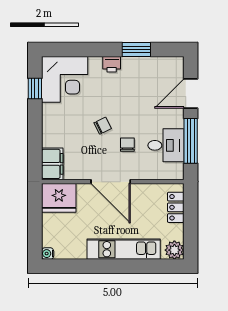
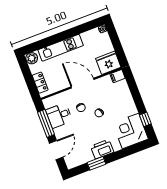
printer: (112, 64) -> (102, 149), width x1.87, depth x1.48
filing cabinet: (52, 164) -> (117, 76), width x0.50

